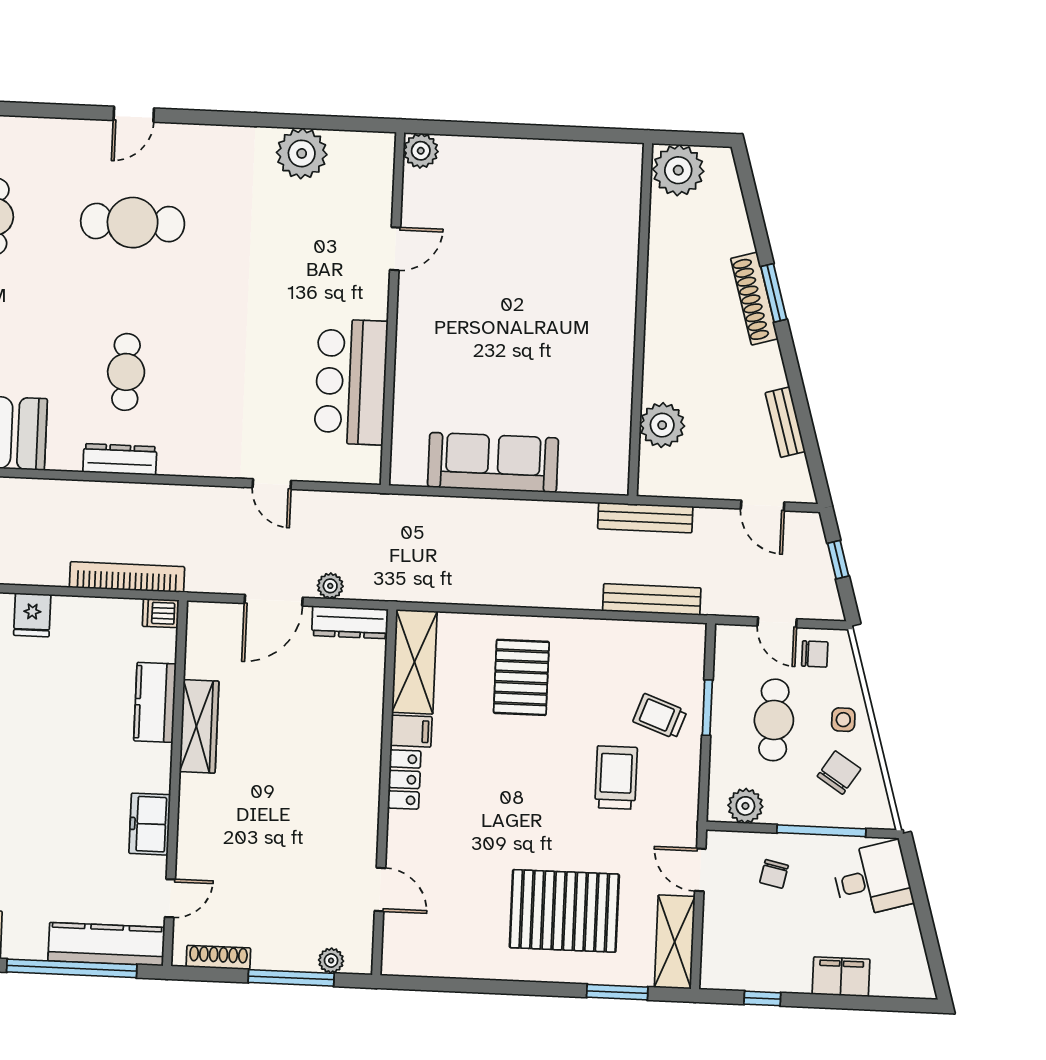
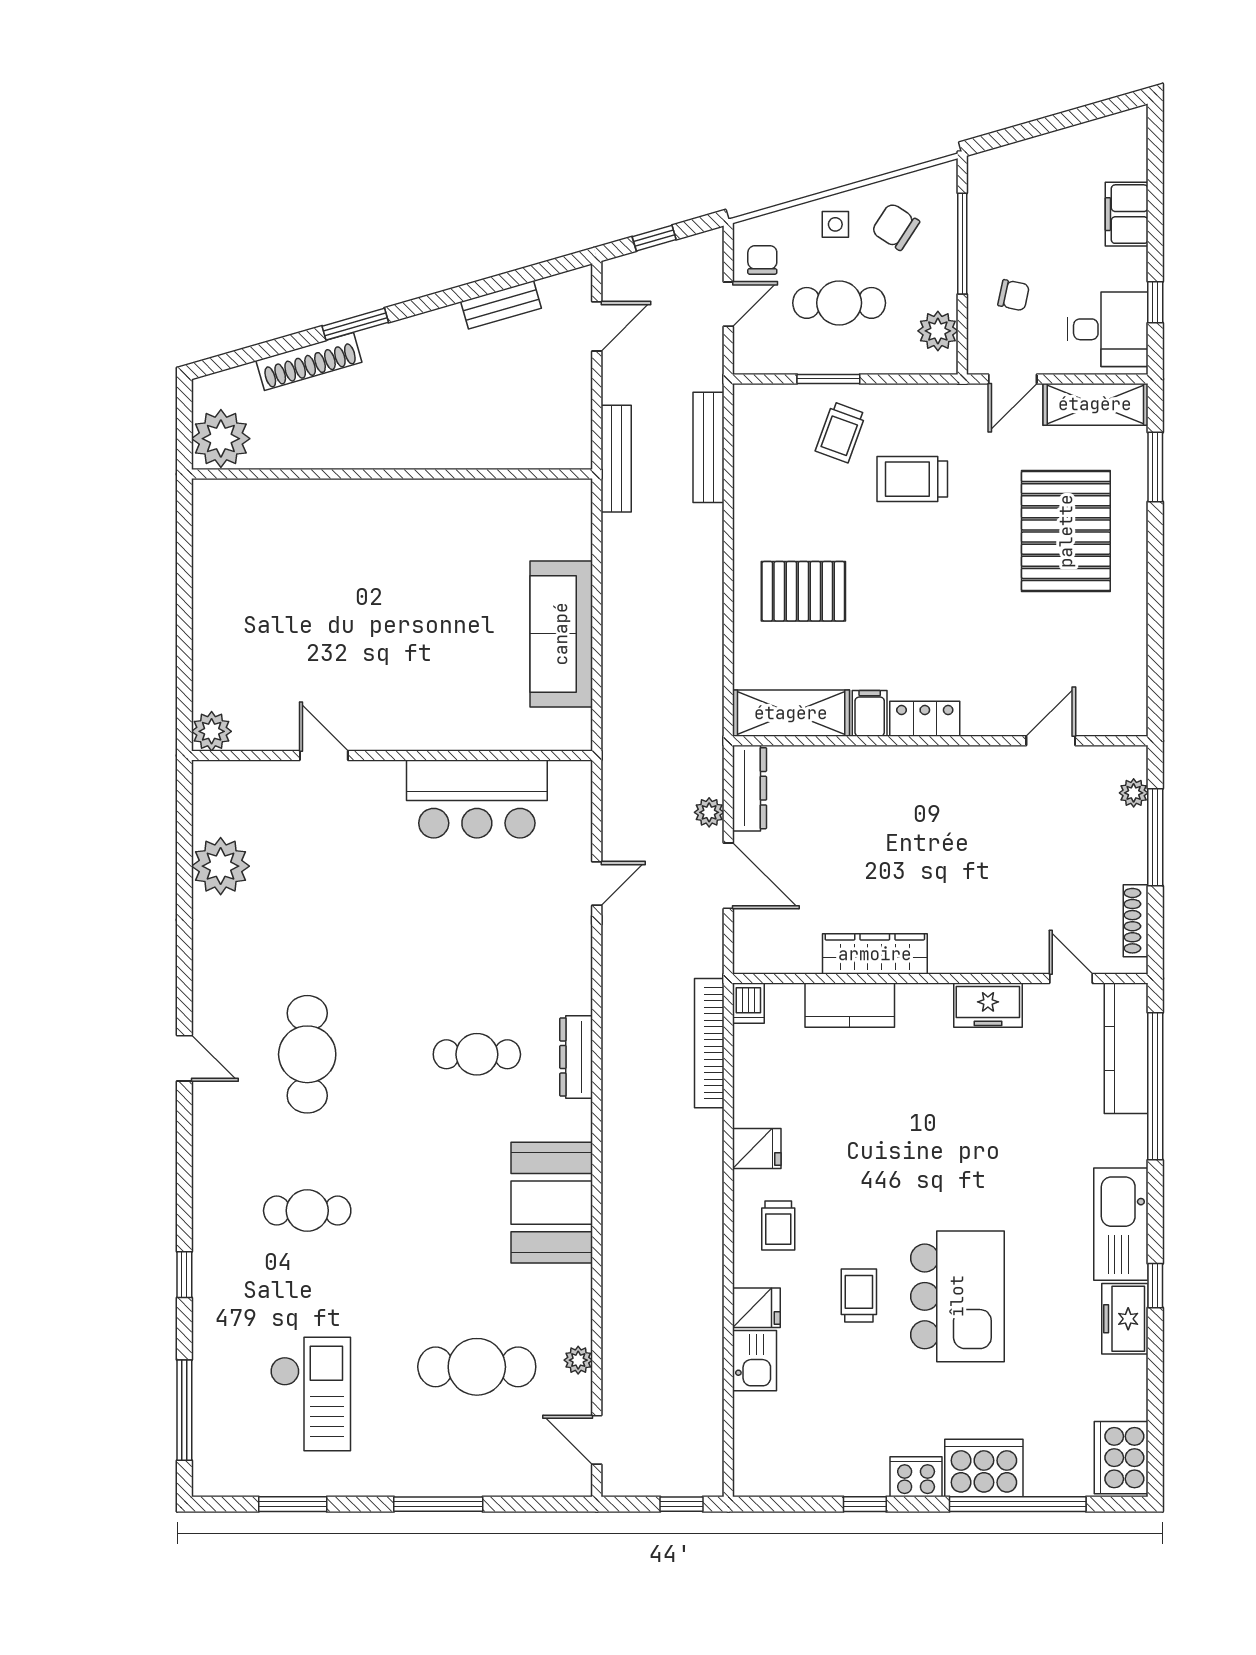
shoe rack: (754, 299) -> (309, 361), moved
plant: (662, 425) -> (510, 444), removed
desk: (872, 879) -> (1108, 329), moved, turned 106

